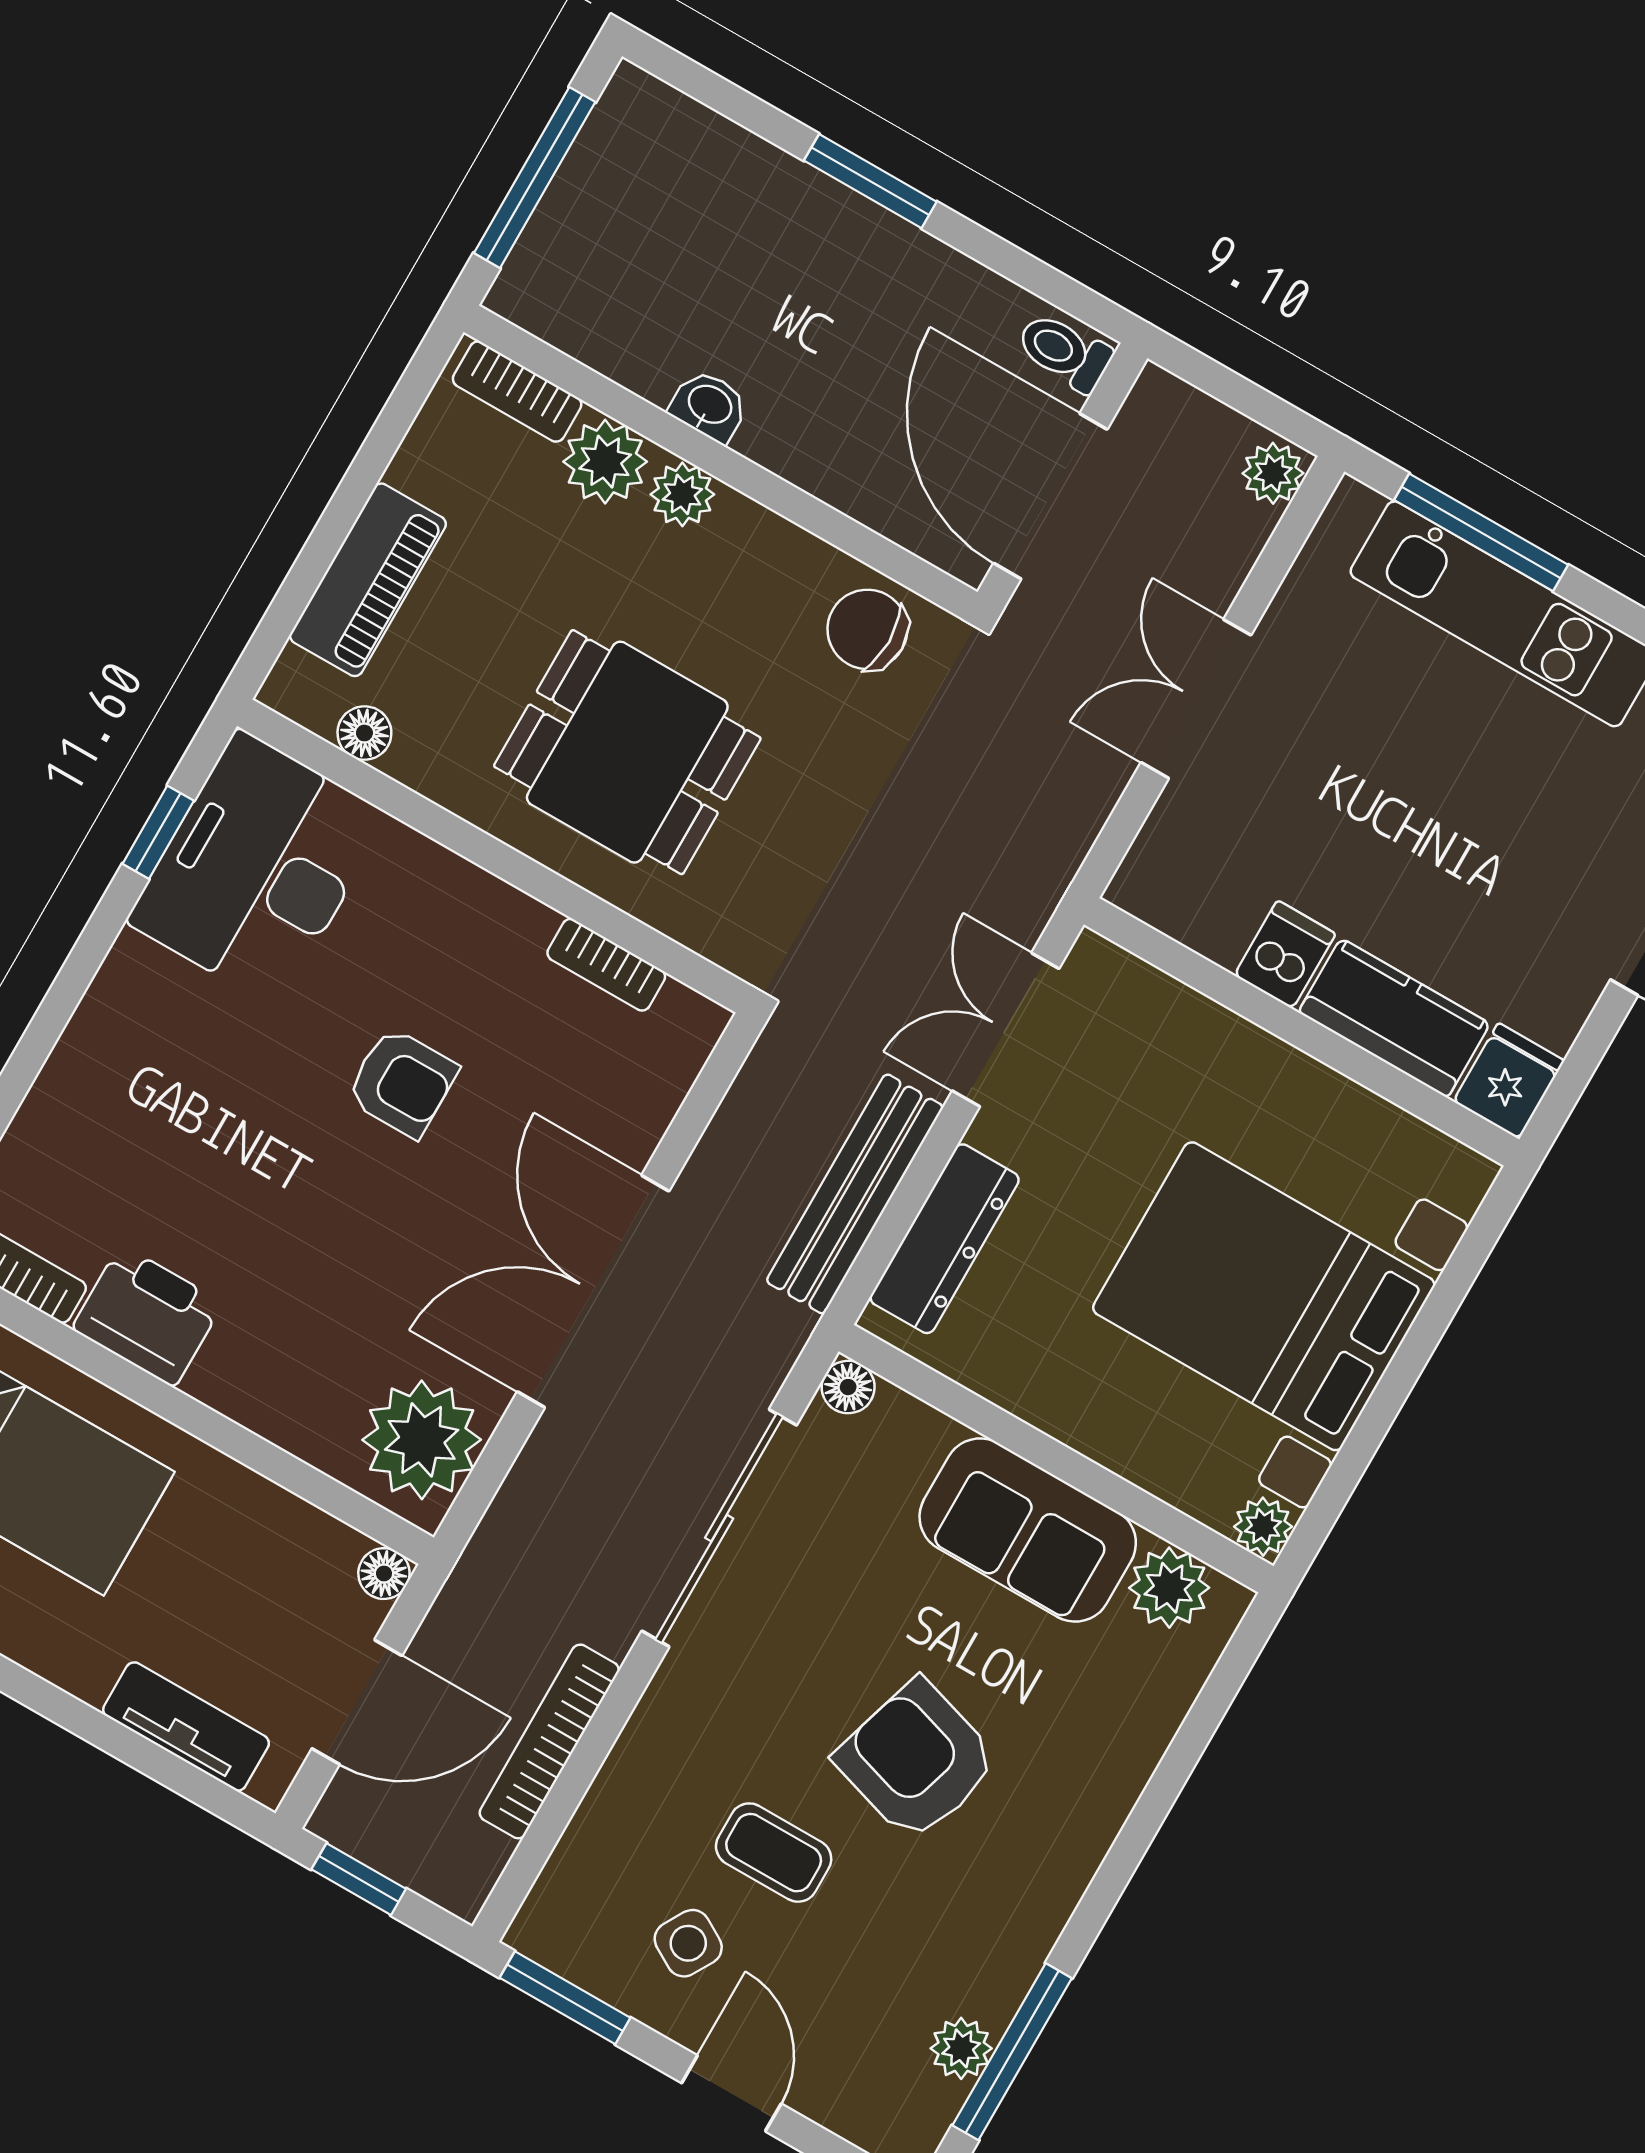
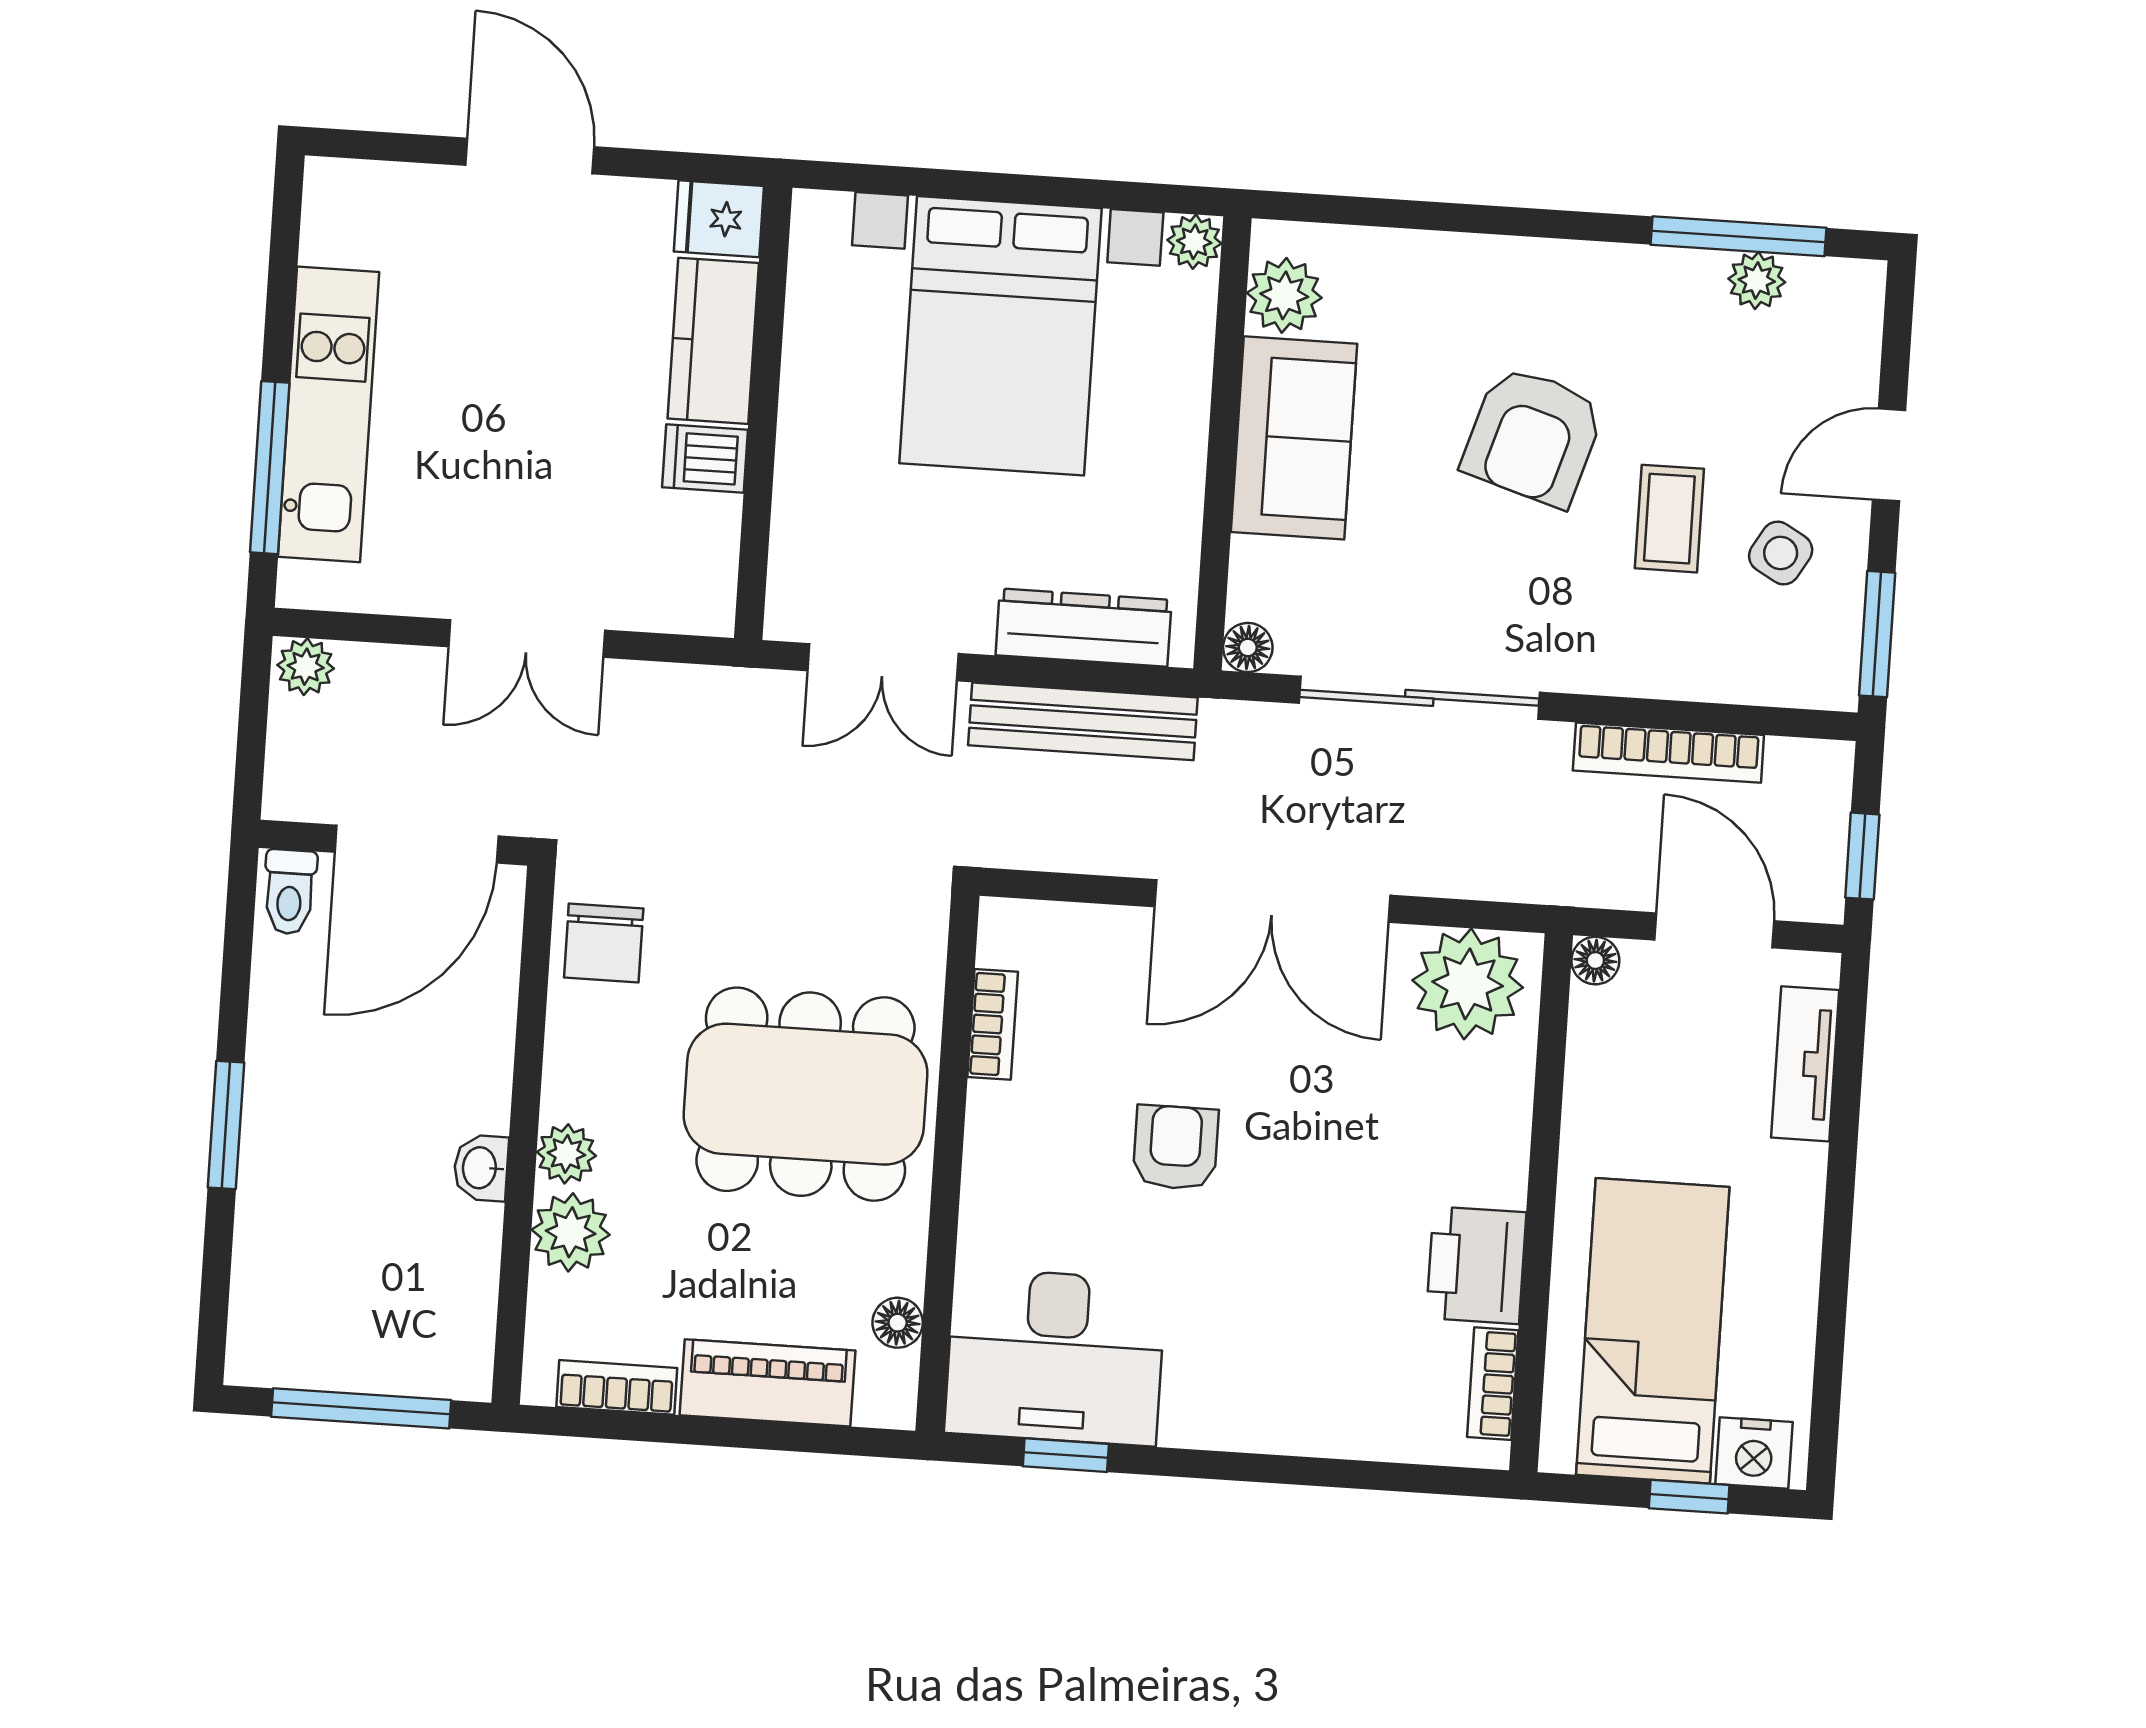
bookcase: (517, 392) -> (617, 1387), moved, turned -90
dining table: (627, 752) -> (805, 1094), width x1.38

